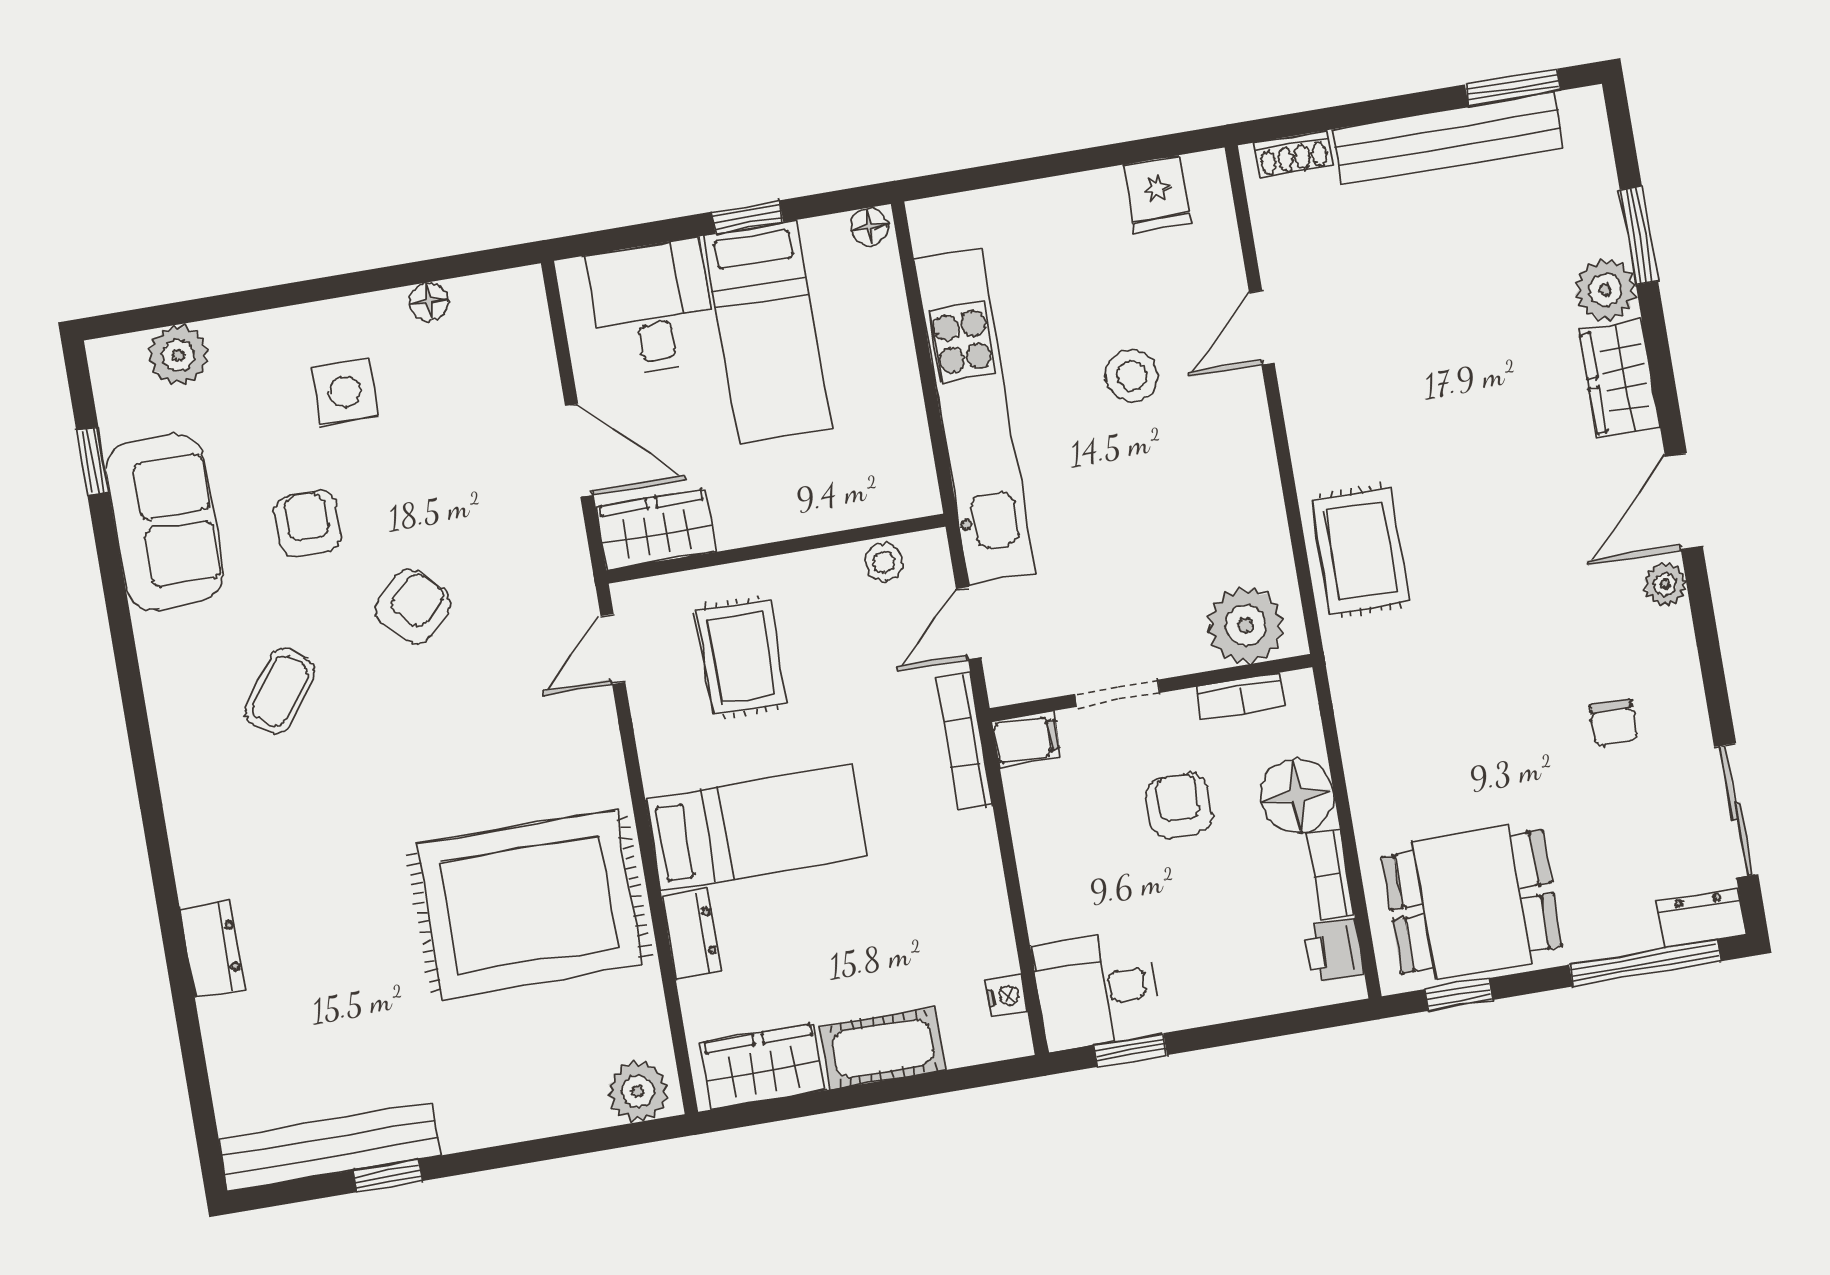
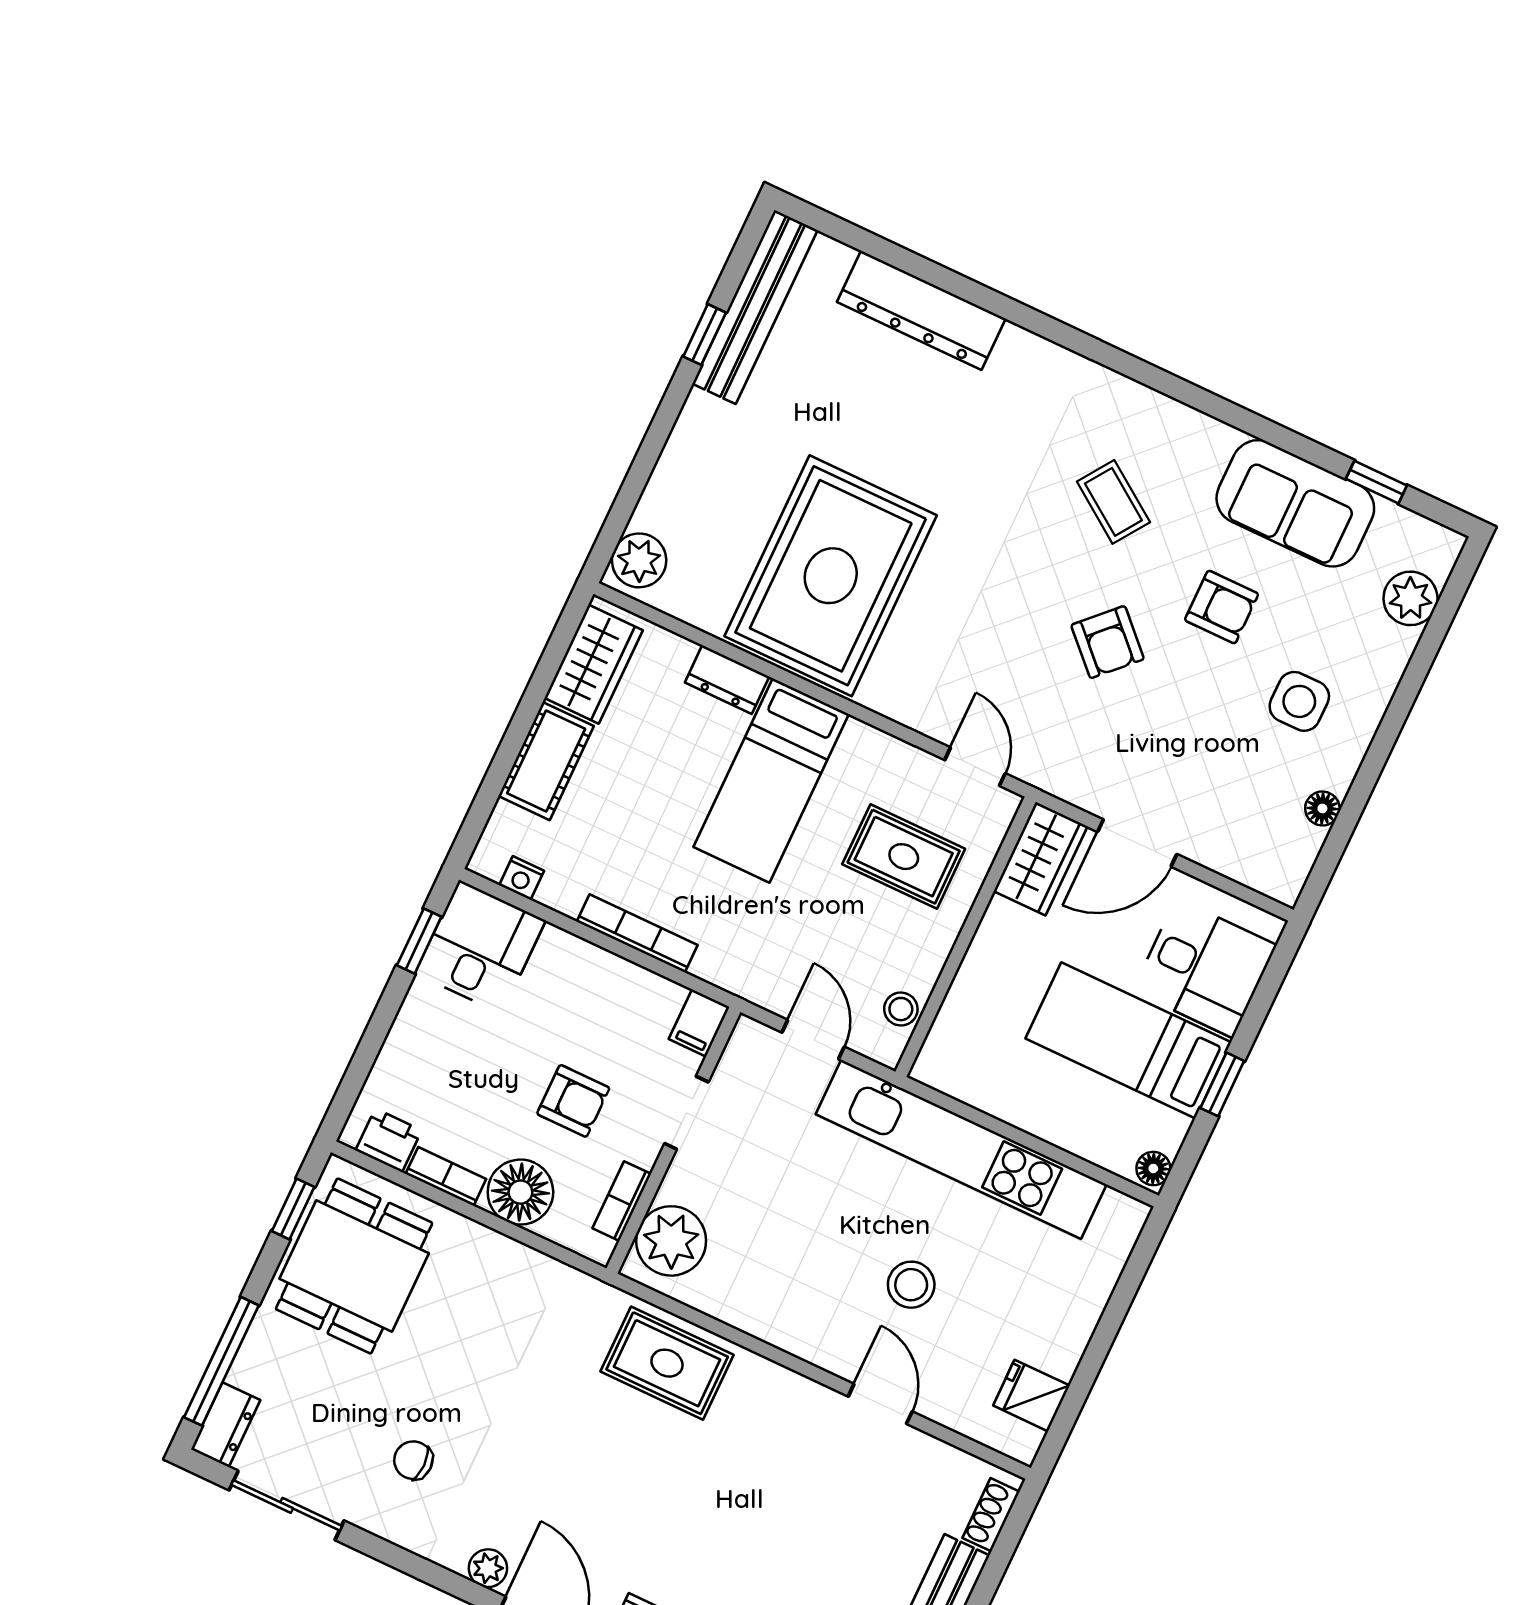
bookcase: (965, 742) -> (637, 933), moved
dresser: (213, 949) -> (921, 310), width x1.96, depth x1.24

